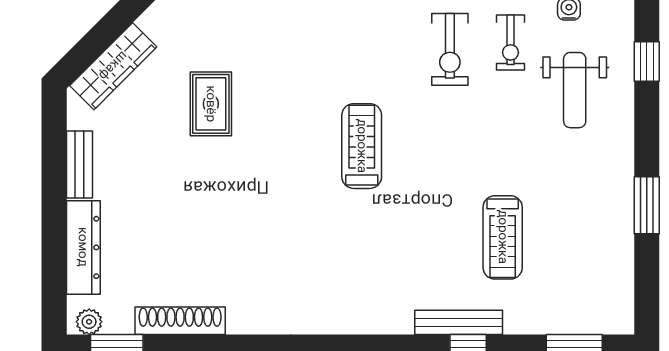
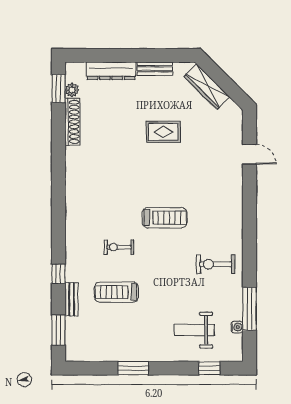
exercise bike: (511, 42) -> (119, 247), moved
rug: (211, 104) -> (163, 132), moved
plant: (89, 322) -> (72, 90), moved
bench: (459, 322) -> (72, 299), moved, width x0.73

